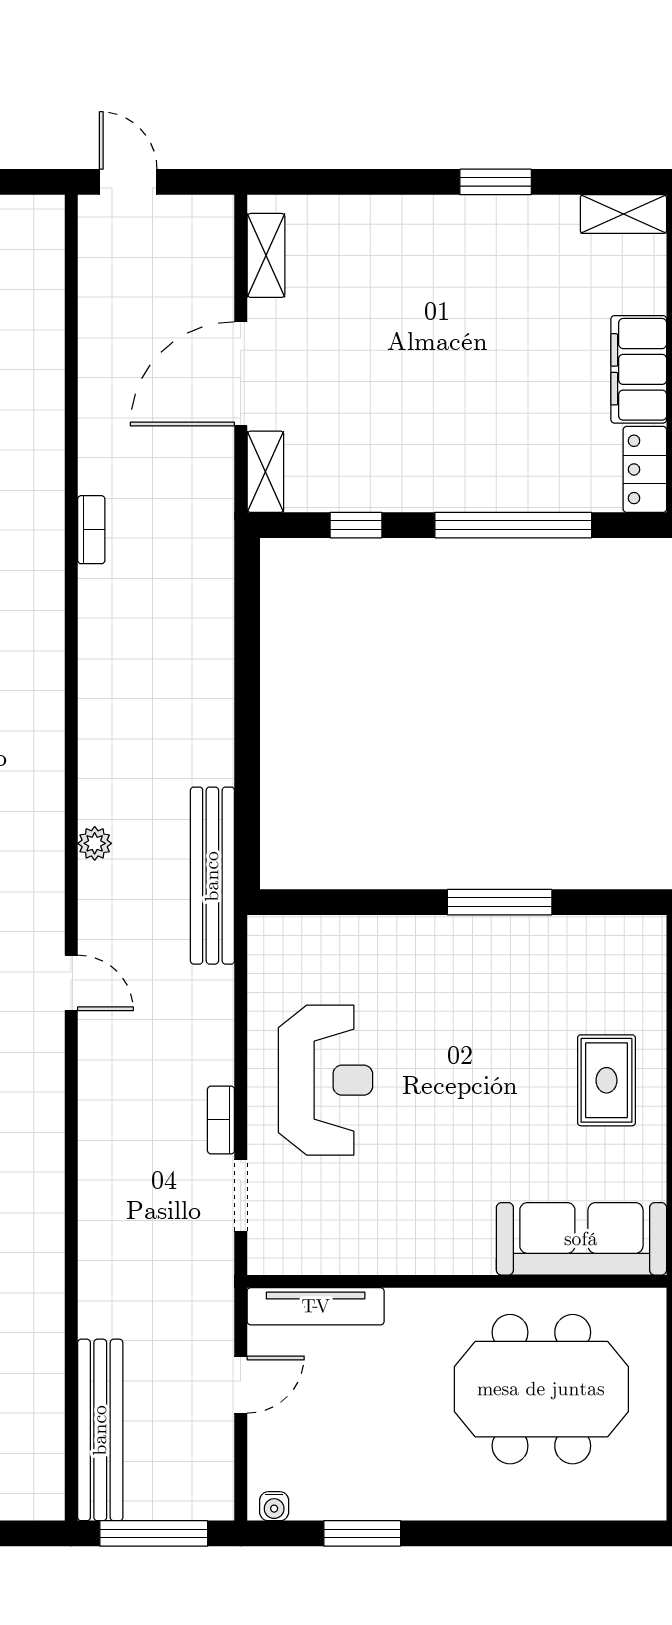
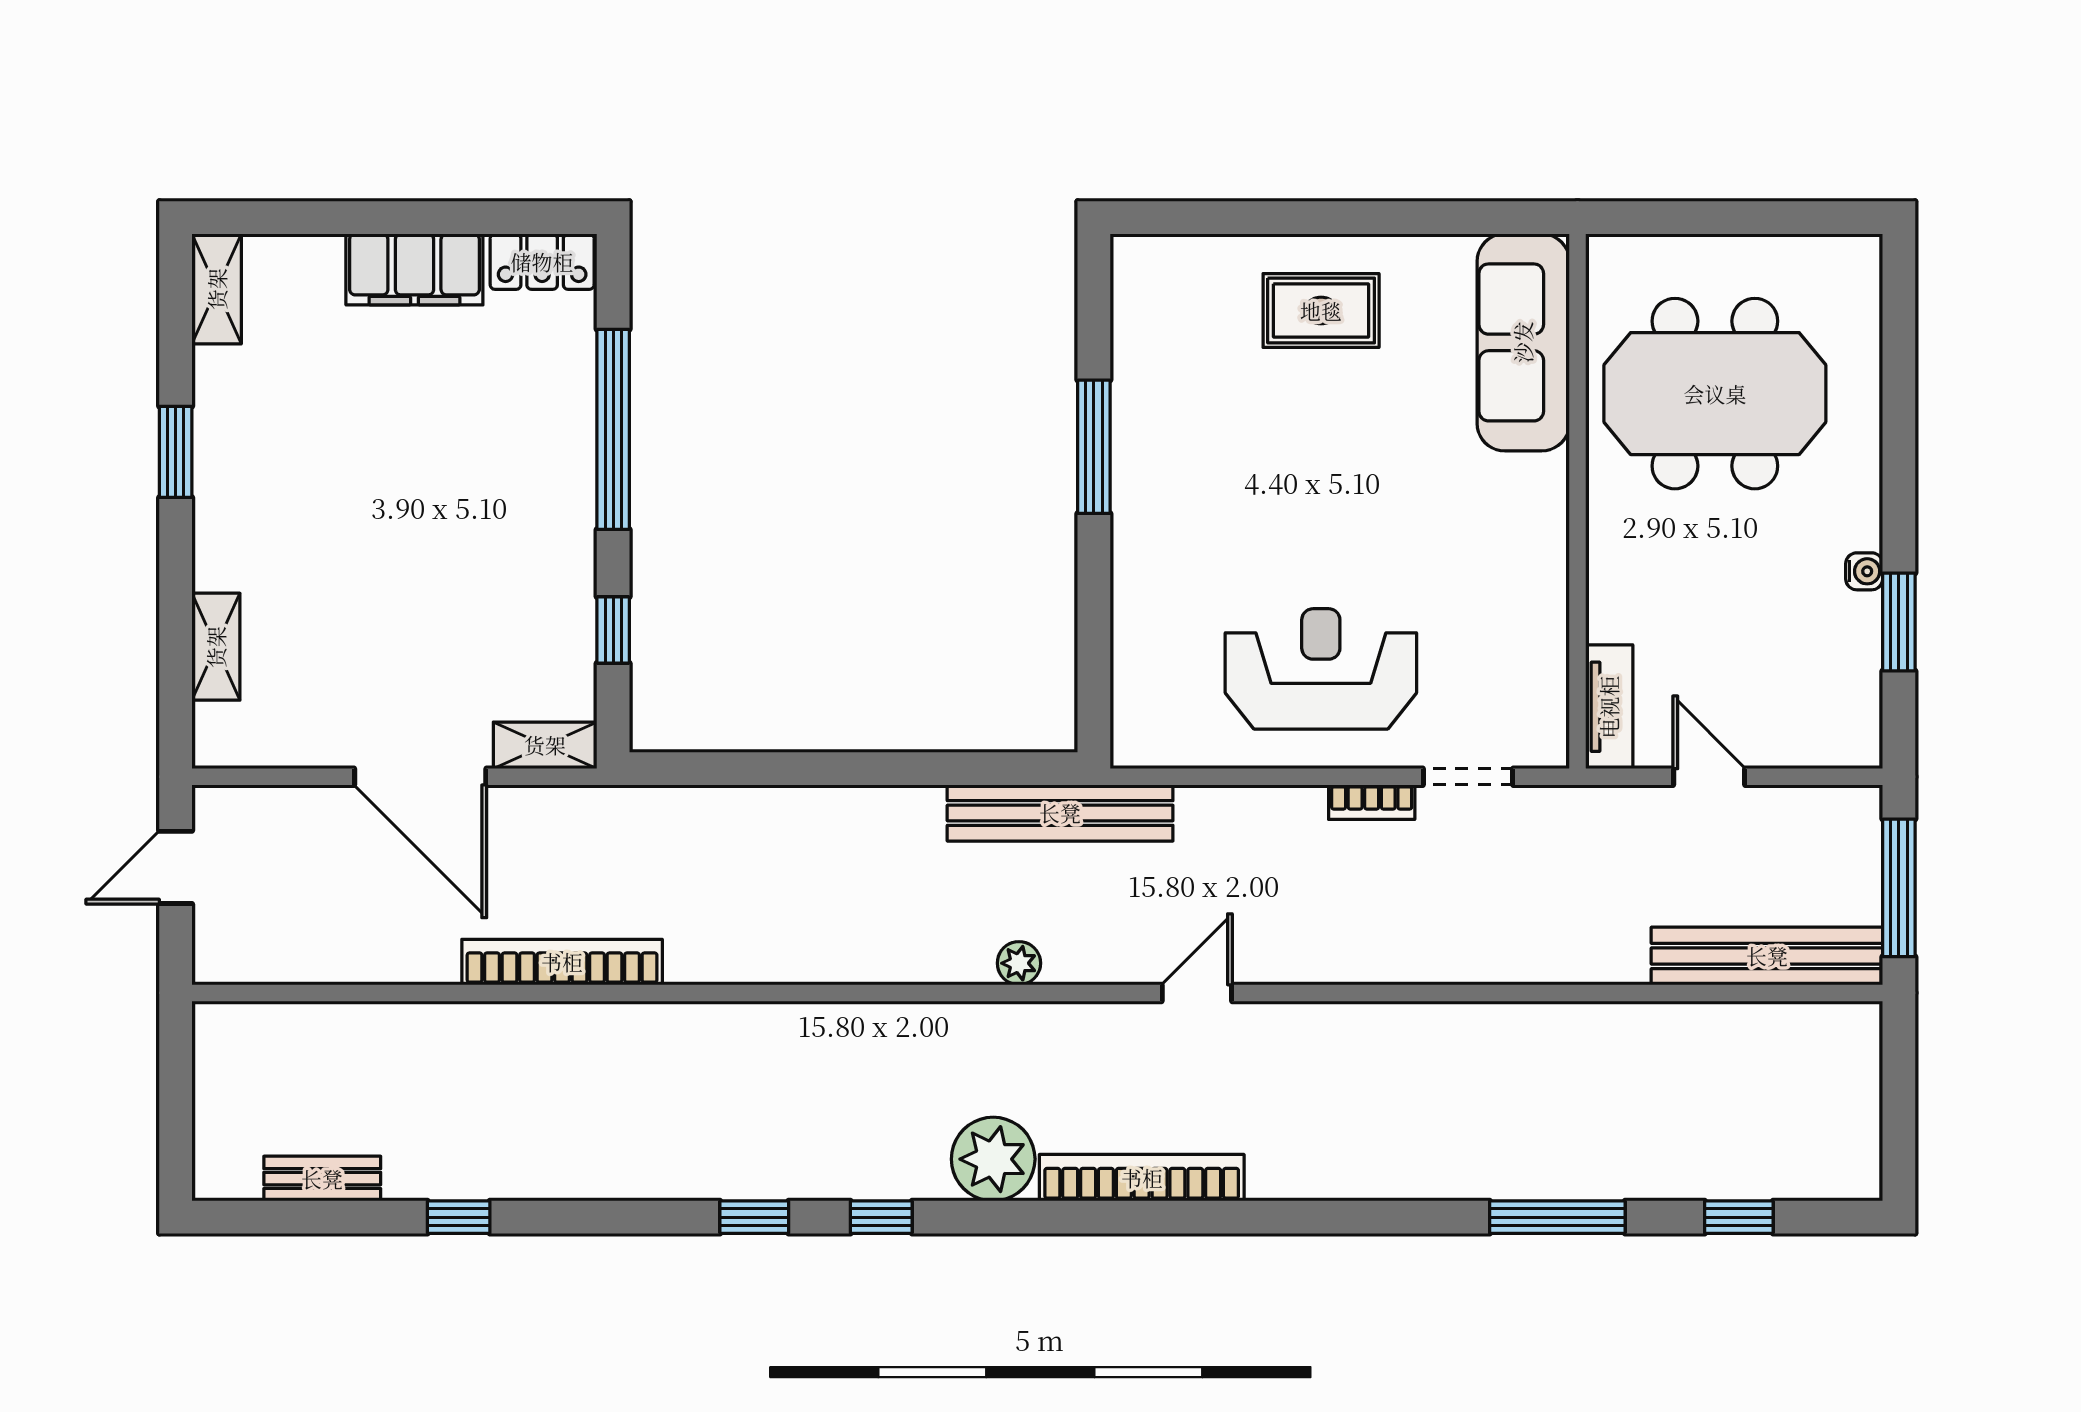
door: (128, 182) -> (176, 867), moved
shelving: (266, 255) -> (216, 647), moved, turned 90
bookcase: (91, 530) -> (562, 962), width x2.31, depth x1.31
tv unit: (316, 1306) -> (1609, 707), width x0.71
meeting table: (541, 1389) -> (1715, 394), turned 90
water cooler: (274, 1506) -> (1864, 571), moved

